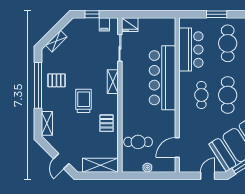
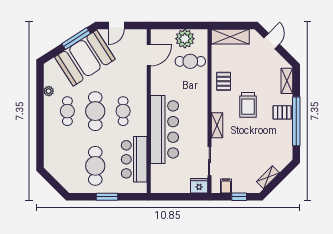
shelving: (56, 41) -> (268, 177), moved
pallet: (56, 80) -> (282, 112), moved
plant: (147, 168) -> (185, 39), width x1.87, depth x1.87

